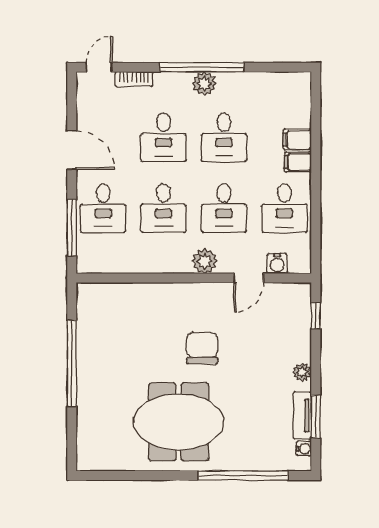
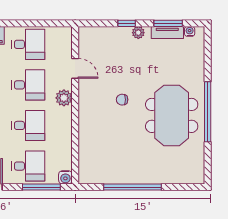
water cooler: (277, 264) -> (65, 177), moved, turned 90
window: (316, 316) -> (127, 23), moved
chair: (202, 348) -> (122, 100), width x0.54, depth x0.54
window: (243, 475) -> (208, 112), moved

